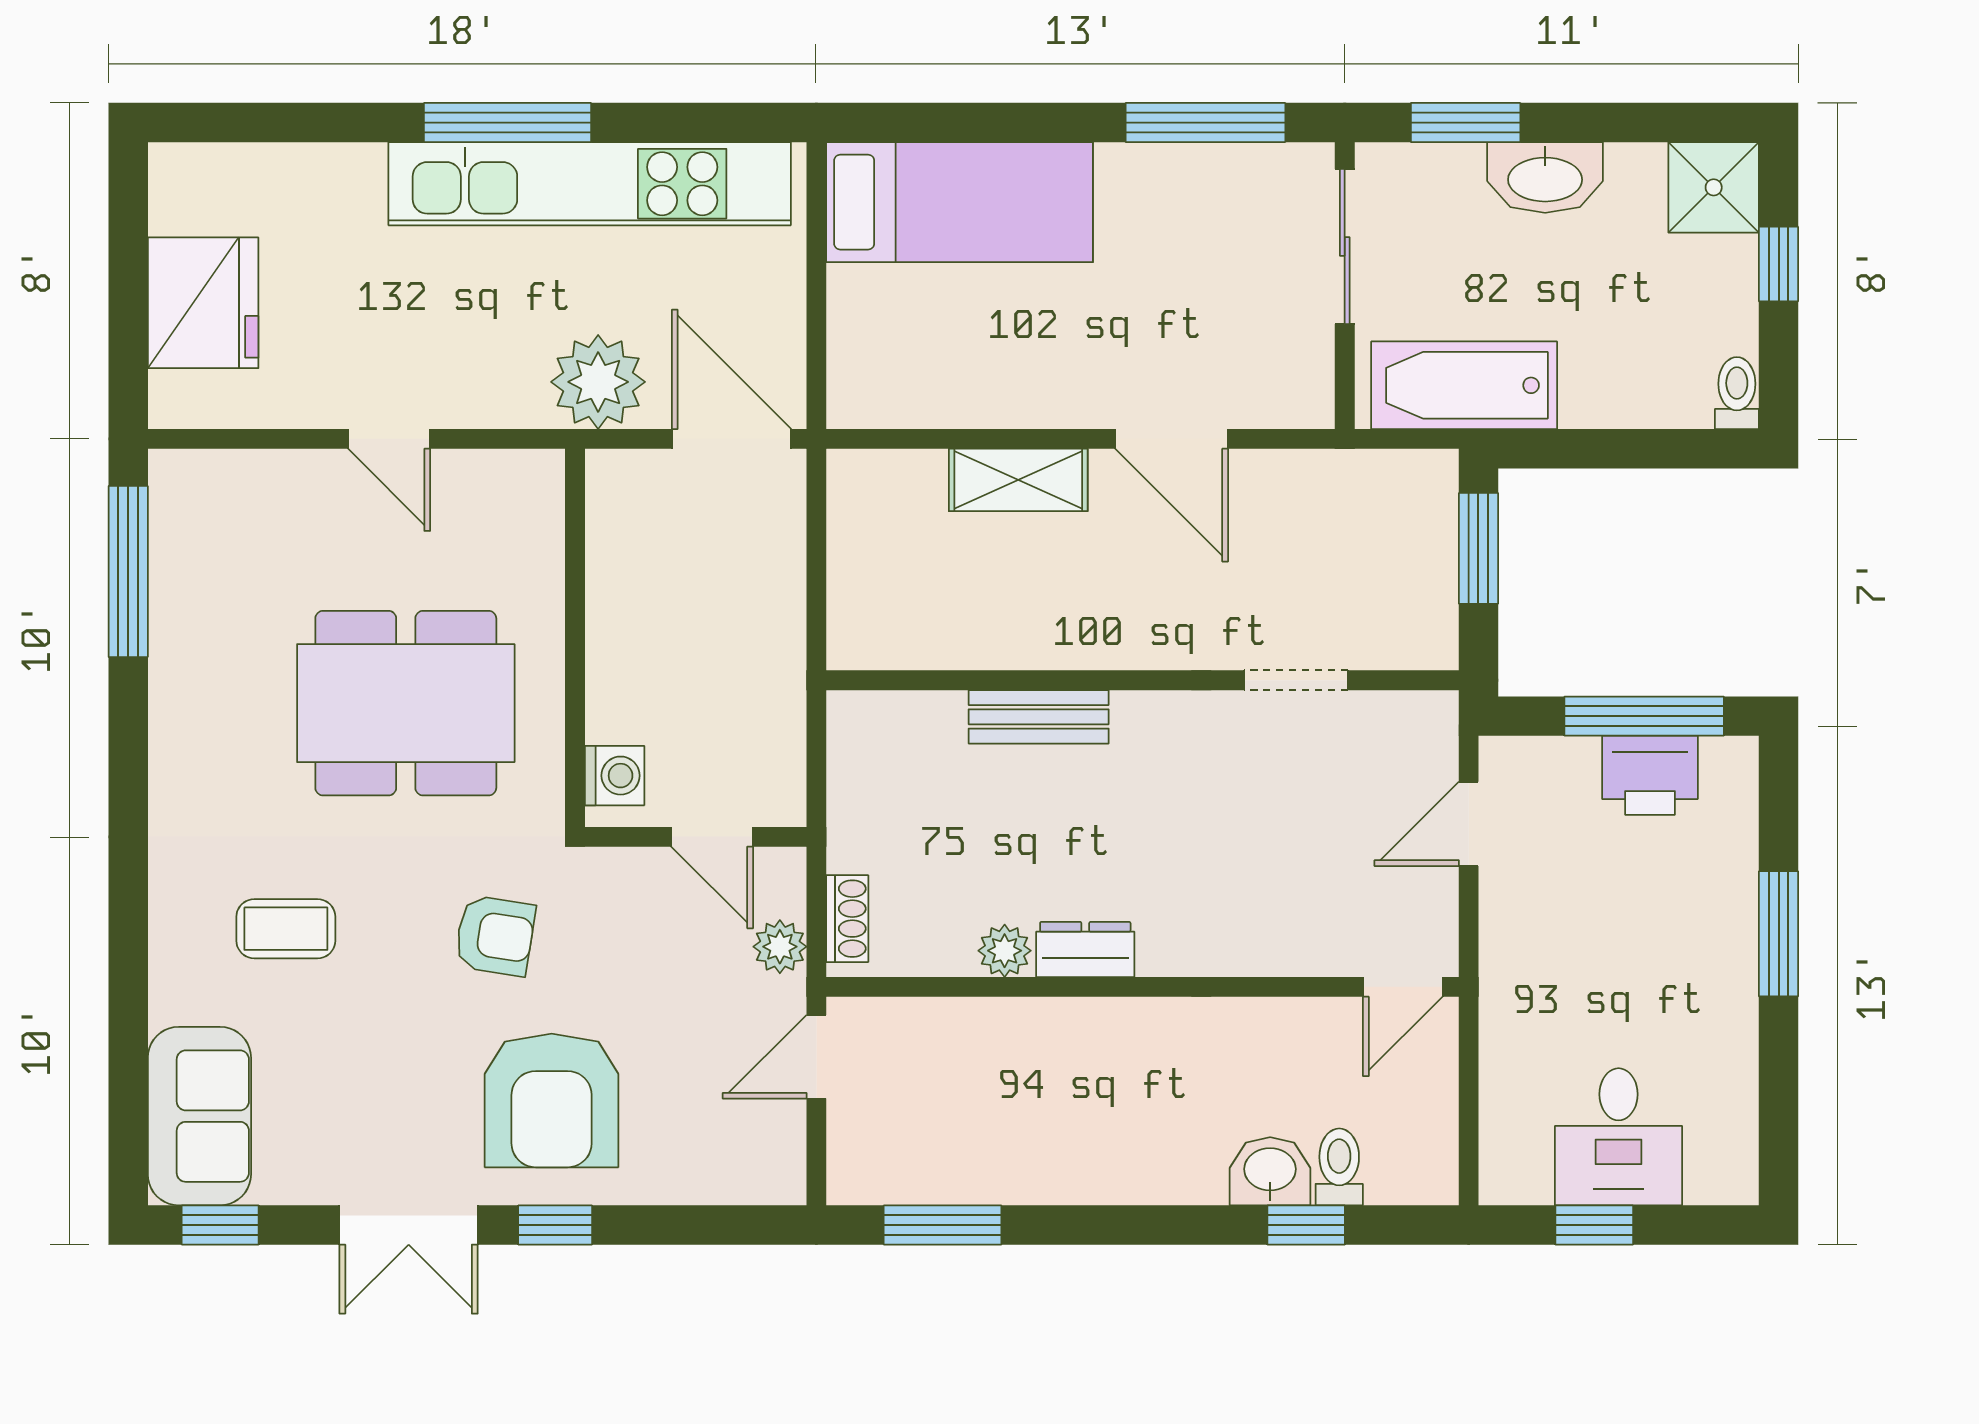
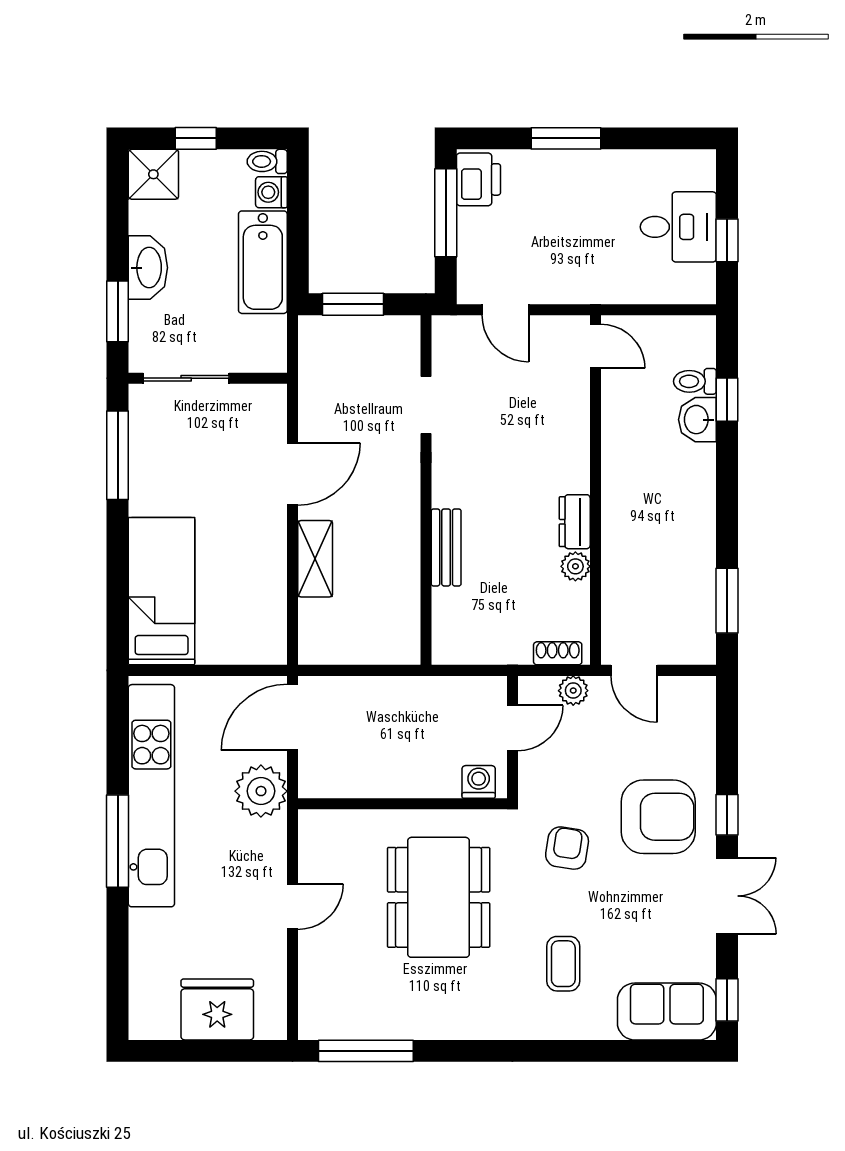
bathtub: (1464, 385) -> (263, 262), moved
washing machine: (1681, 401) -> (271, 192), added
printer: (1650, 775) -> (478, 179), moved

